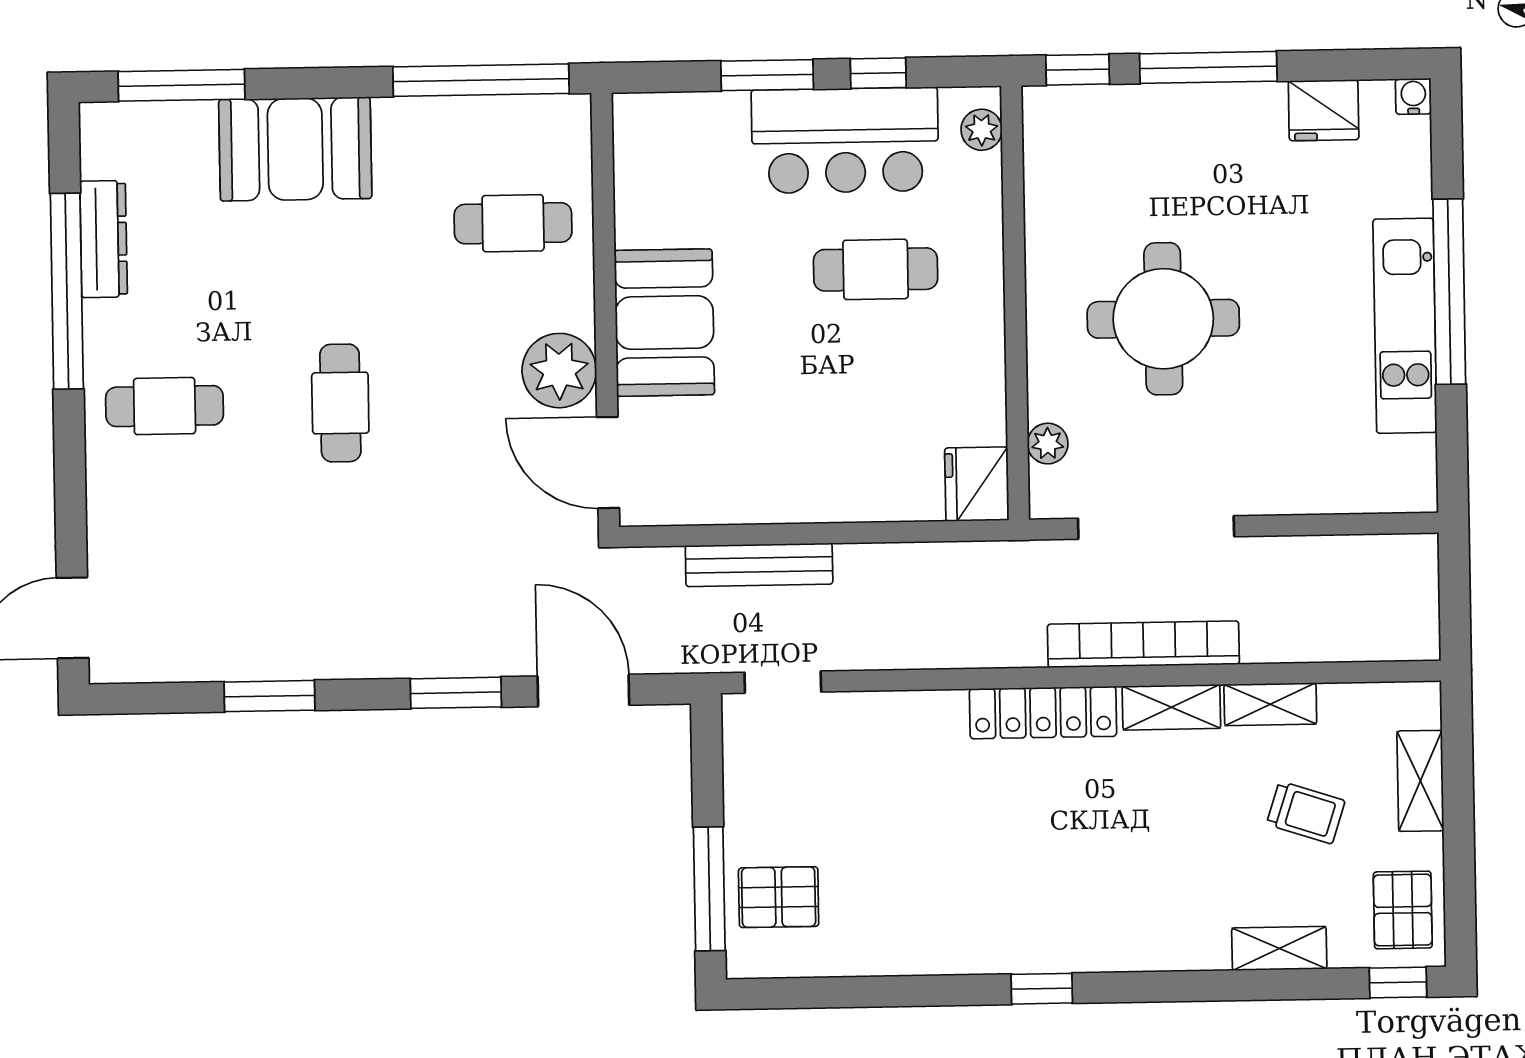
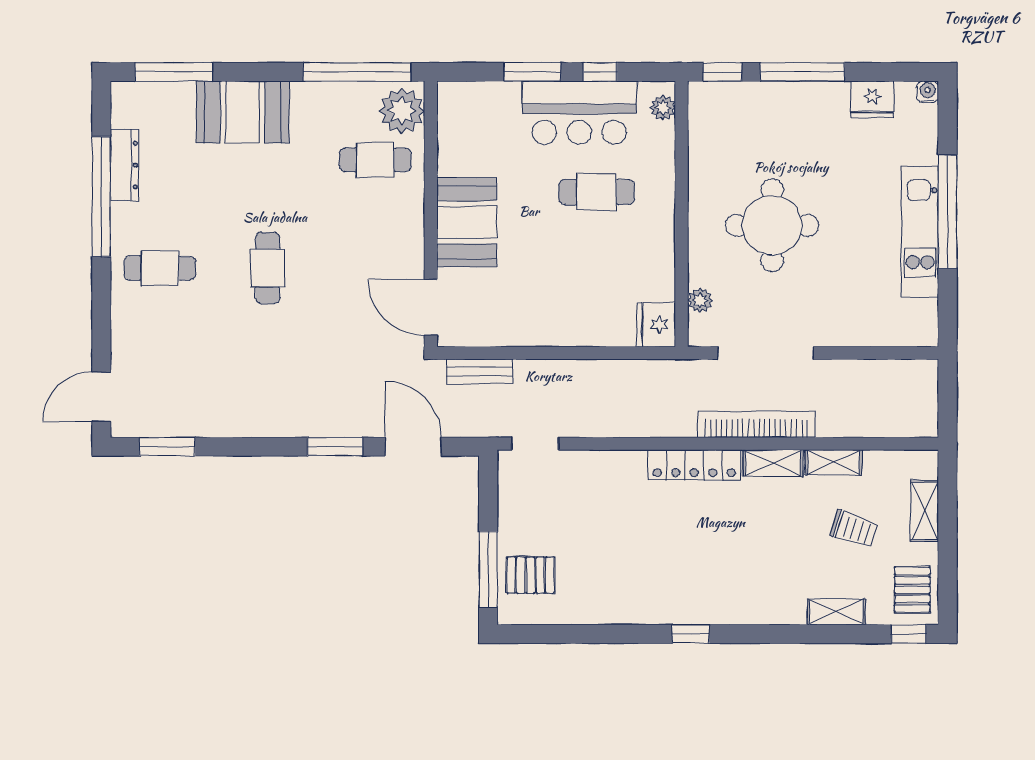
plant: (559, 371) -> (402, 111), moved
bench: (759, 565) -> (480, 372), moved, width x0.73
window: (269, 696) -> (167, 447), moved

